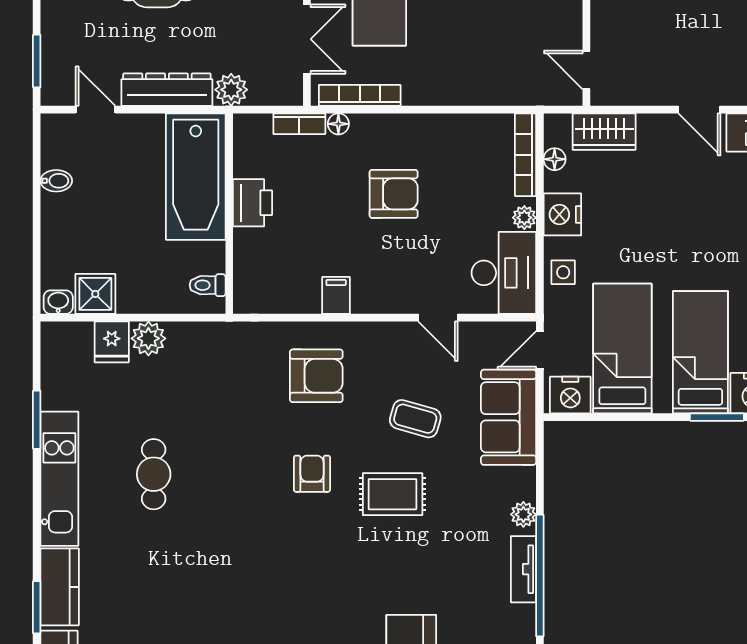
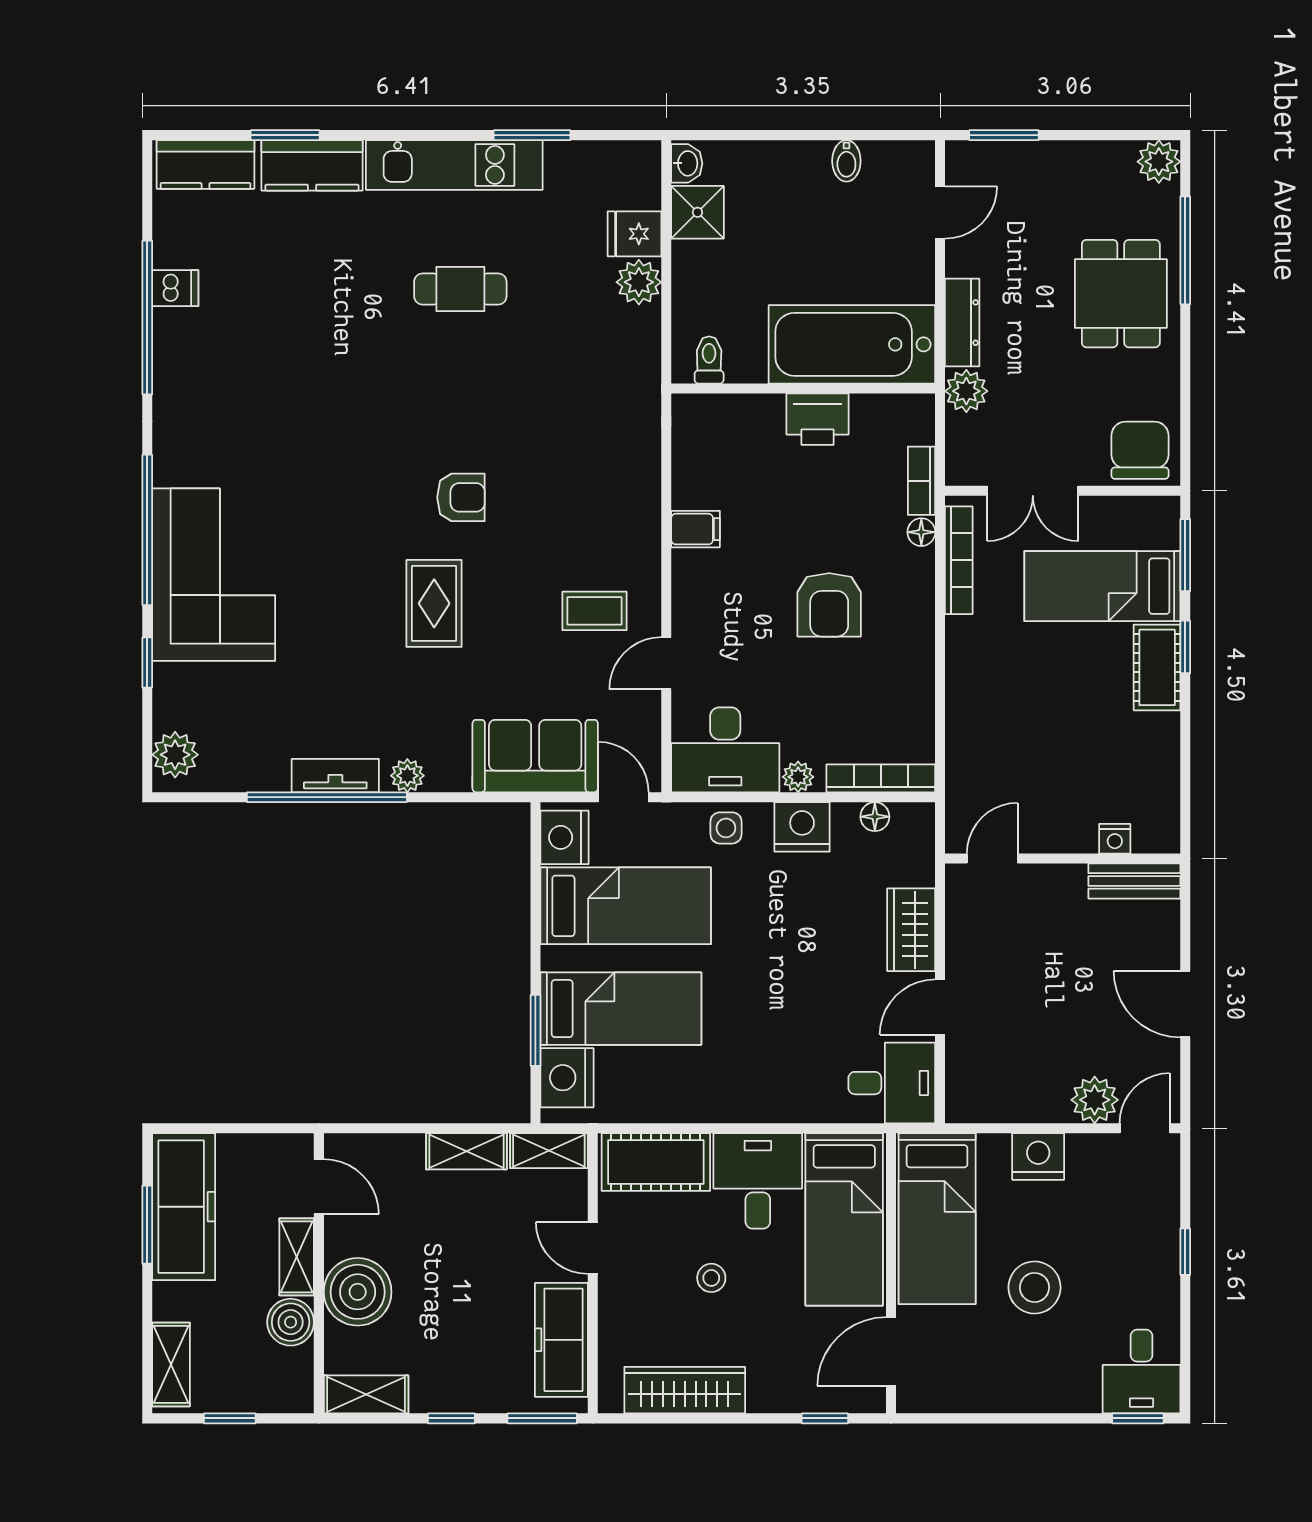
dresser: (167, 90) -> (962, 323), width x0.73, depth x0.80
wardrobe: (604, 132) -> (911, 930), moved
armchair: (316, 376) -> (590, 503), removed
coffee table: (415, 419) -> (595, 611), moved, turned 74

